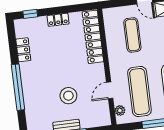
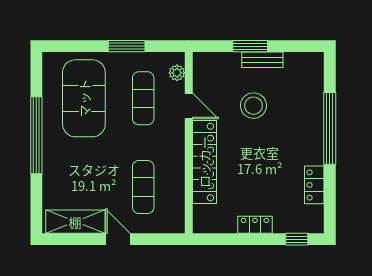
locker: (93, 37) -> (204, 162), moved
door: (110, 90) -> (189, 106), hinge flipped
exercise mat: (139, 92) -> (143, 98), width x0.73, depth x0.69

